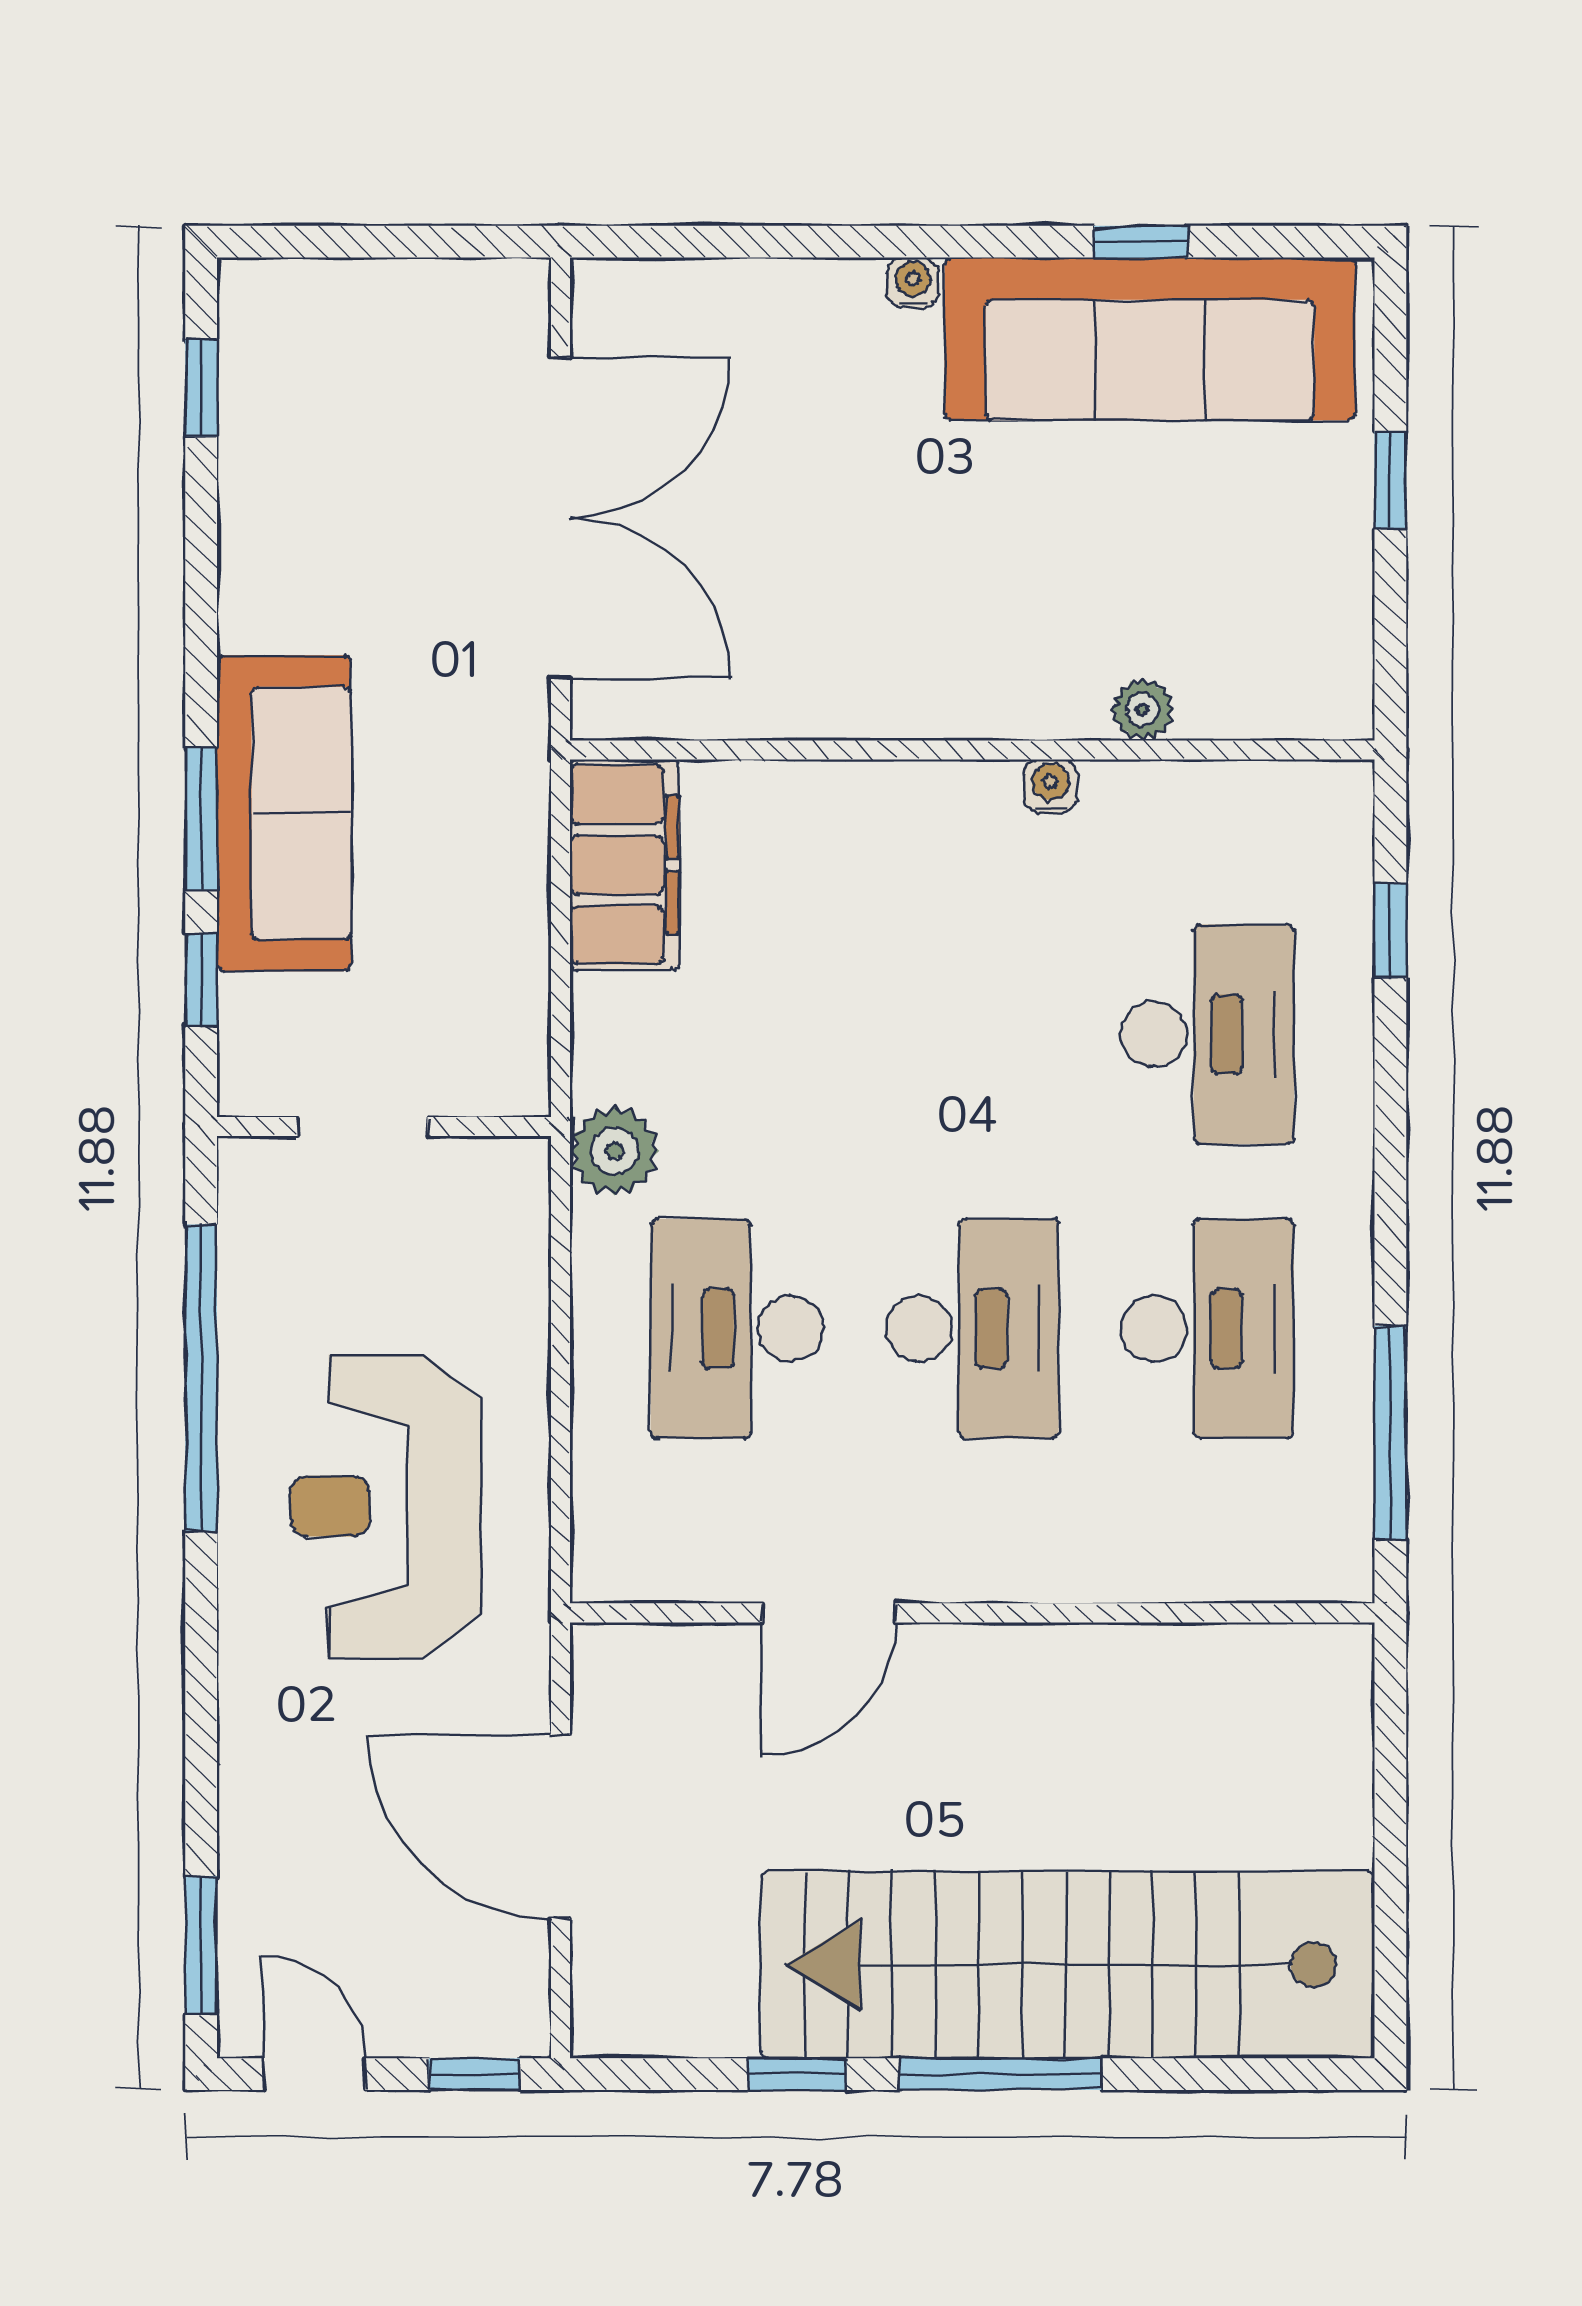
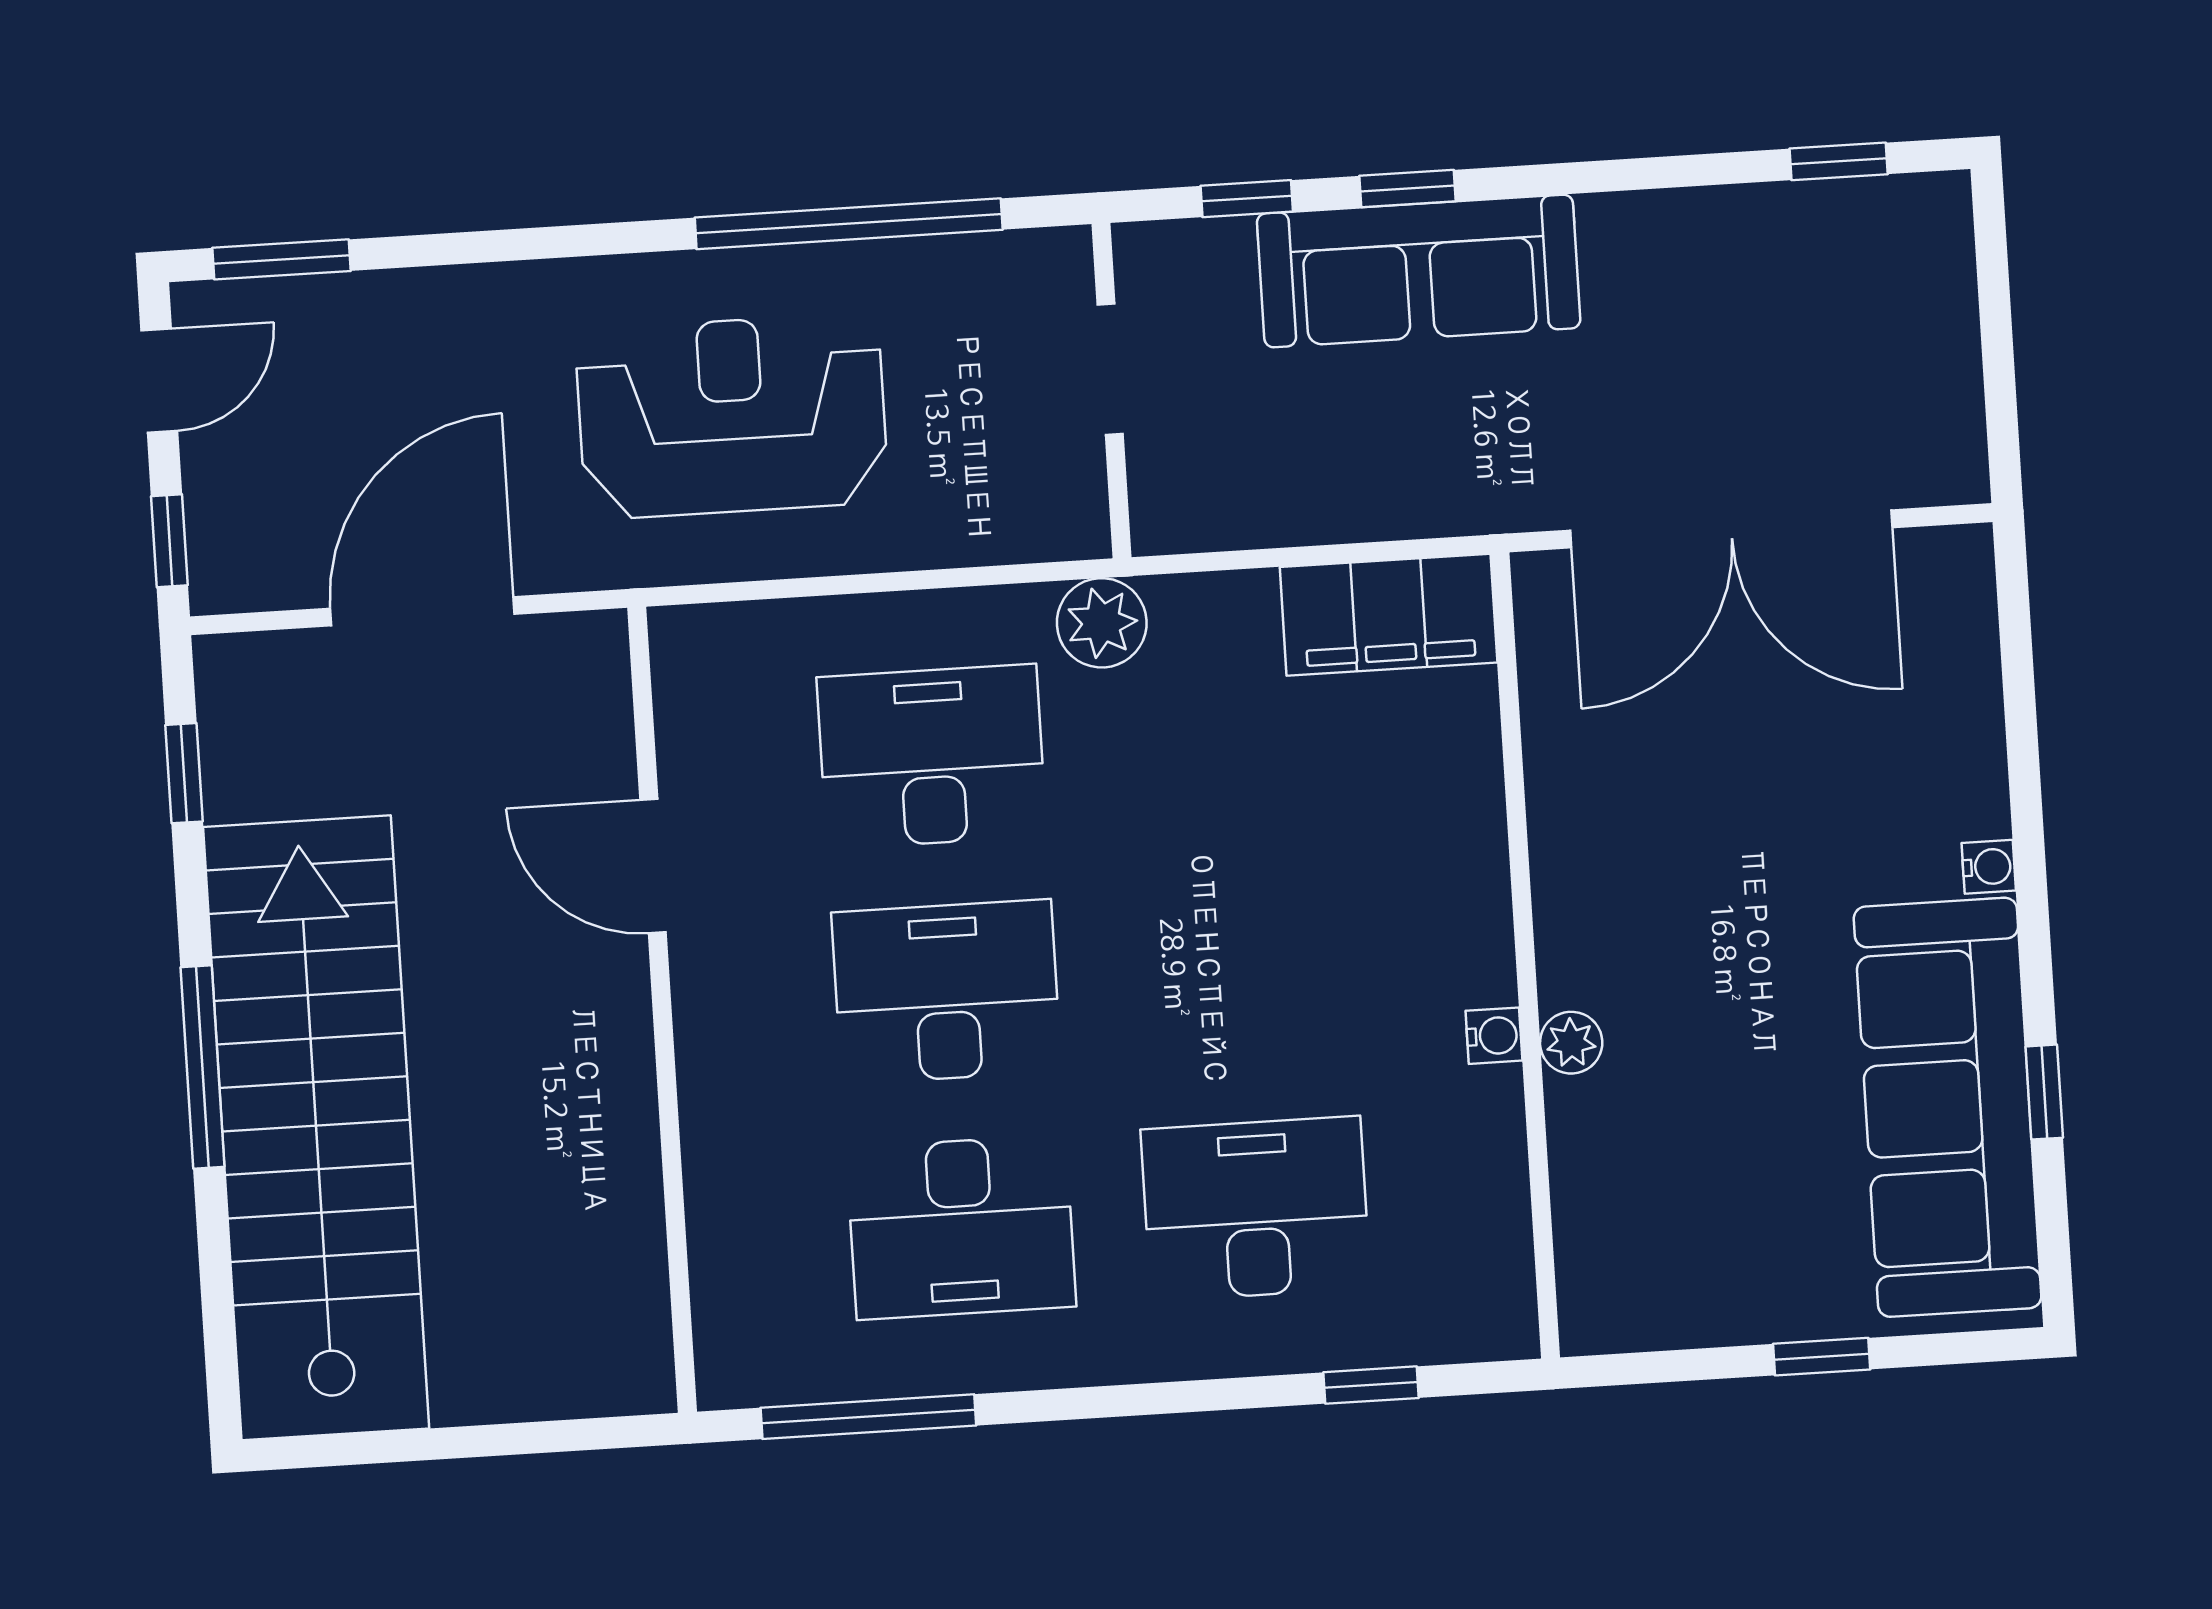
plant: (1142, 710) -> (1571, 1043), moved
window: (201, 819) -> (1408, 189), width x0.67
desk: (1208, 1034) -> (1256, 1209), turned 180
desk: (972, 1329) -> (946, 992), turned 180
window: (797, 2074) -> (184, 773), moved

